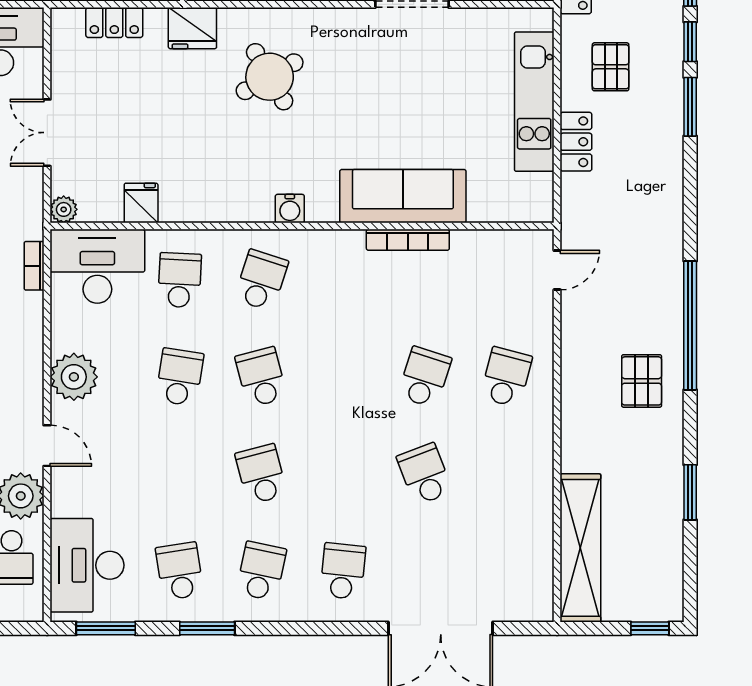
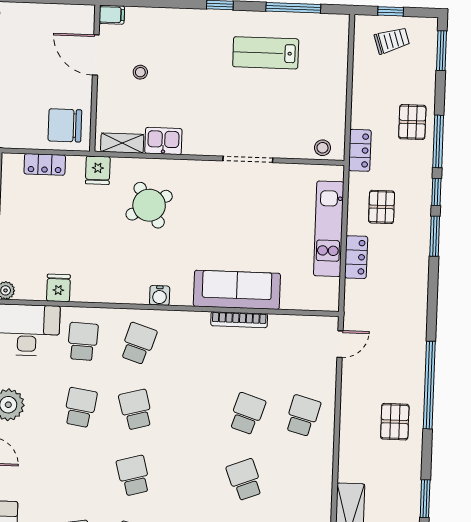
fridge: (192, 28) -> (98, 170), width x0.72

